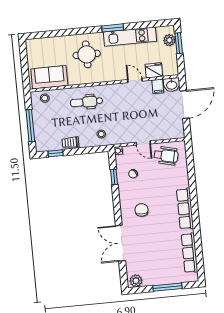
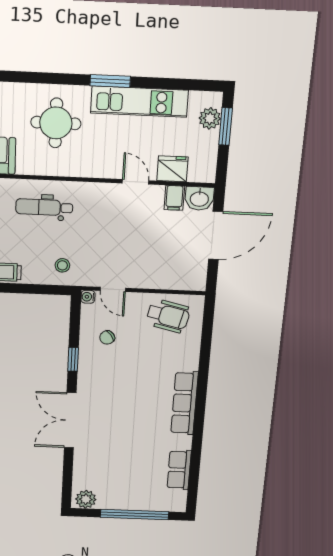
door: (143, 143) -> (113, 289), moved
window: (114, 177) -> (73, 359), moved
chair: (141, 210) -> (112, 396), removed
double door: (120, 243) -> (70, 420), moved
row of seats: (190, 253) -> (179, 470), width x0.68
window: (167, 287) -> (134, 515), width x1.46

